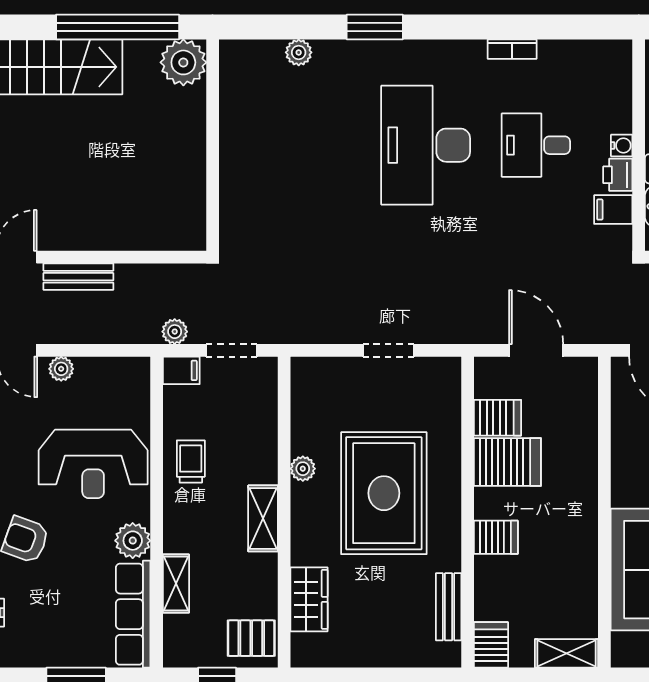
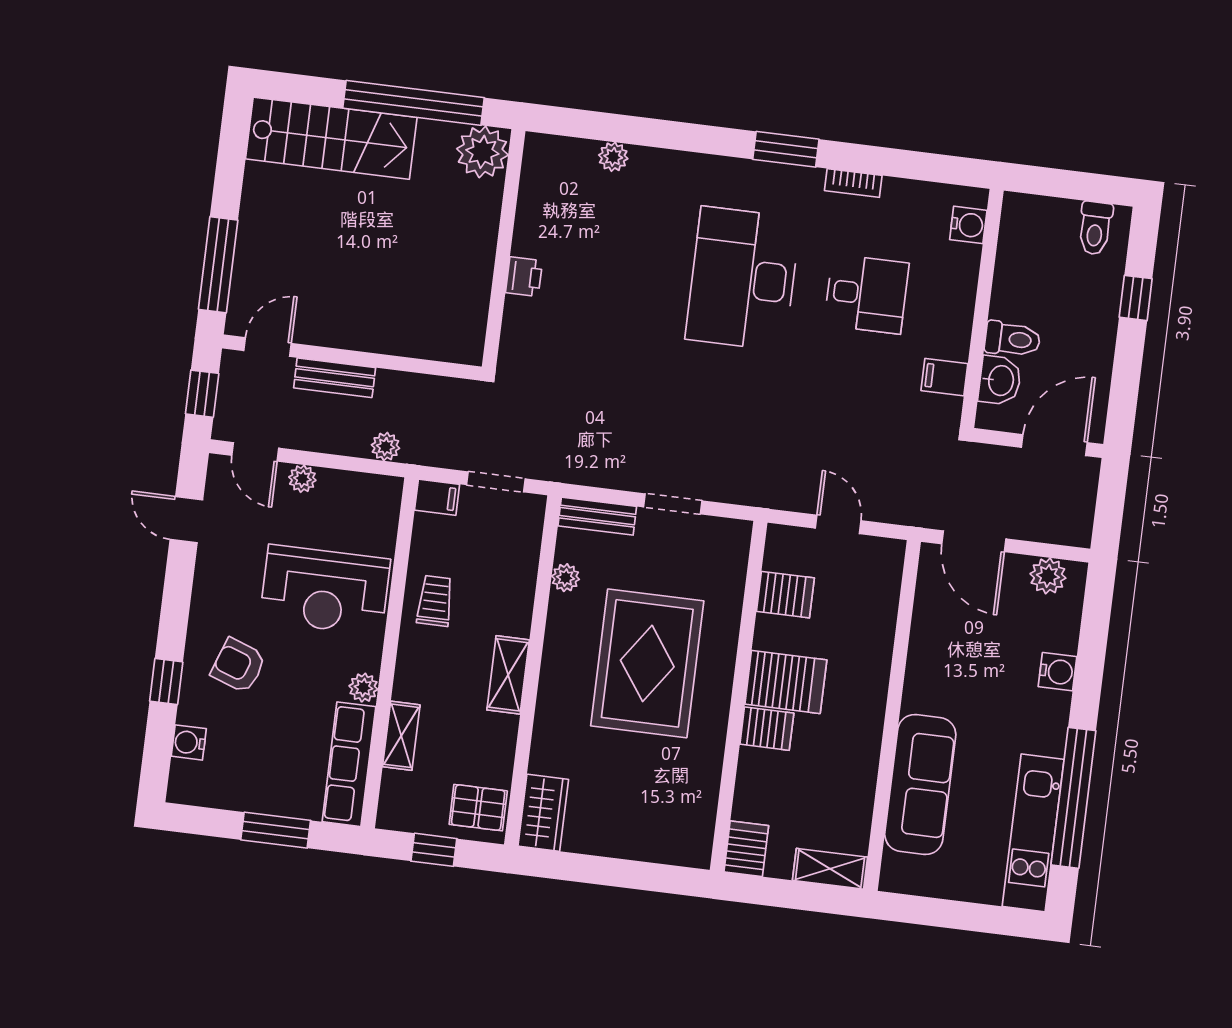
window: (375, 27) -> (786, 149), moved
desk: (536, 145) -> (867, 294), turned 180
water cooler: (622, 145) -> (968, 225), moved, width x1.38, depth x1.38
printer: (618, 175) -> (524, 277), moved, turned 180
plant: (175, 332) -> (386, 447), moved
door: (536, 350) -> (838, 524), width x0.73
server rack: (507, 462) -> (786, 682), moved
plant: (303, 469) -> (566, 578), moved
plant: (133, 541) -> (363, 688), width x0.73, depth x0.73
wardrobe: (309, 599) -> (543, 813), moved
bench: (449, 607) -> (597, 516), moved, turned 90

